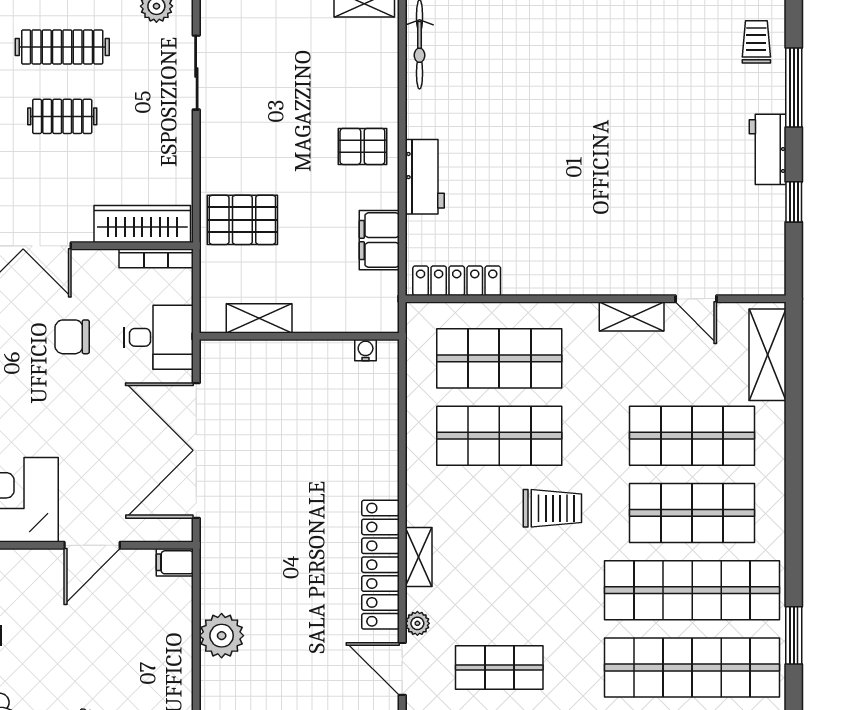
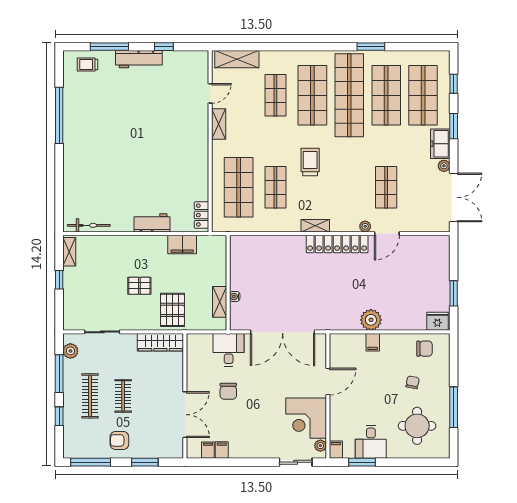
pallet: (362, 146) -> (139, 286), moved, turned 90
workbench: (768, 149) -> (139, 59), width x1.38
wardrobe: (142, 224) -> (160, 342), moved, turned -90
bookcase: (156, 258) -> (191, 351), removed
locker: (457, 281) -> (202, 215), width x0.66
water cooler: (366, 350) -> (235, 296), moved
shop shelf: (499, 436) -> (275, 187), width x0.70, depth x0.74
shop shelf: (692, 436) -> (275, 95), width x0.70, depth x0.74
door: (92, 545) -> (328, 382), hinge flipped
shelving: (419, 557) -> (315, 226), moved
filing cabinet: (175, 562) -> (373, 342), moved
shop shelf: (692, 667) -> (386, 95), width x0.71

